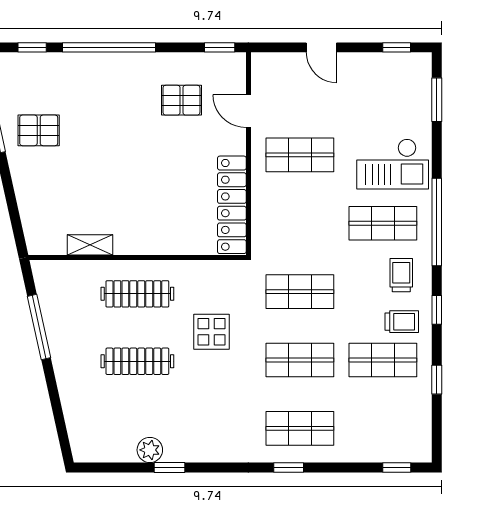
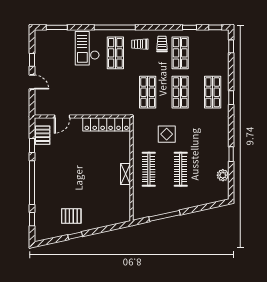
window: (220, 47) -> (32, 146), moved
door: (321, 47) -> (32, 82), hinge flipped
window: (397, 47) -> (32, 60), moved
pallet: (181, 100) -> (43, 135), moved
pallet: (39, 130) -> (71, 216), turned 90
shop shelf: (300, 155) -> (83, 92), removed
checkout: (393, 164) -> (87, 48), turned 180
shelving: (90, 245) -> (126, 174), moved
window: (437, 310) -> (215, 27), moved
plant: (150, 450) -> (223, 175), moved

